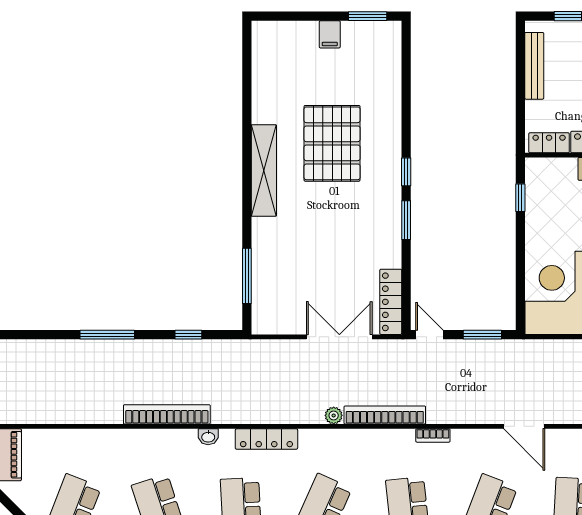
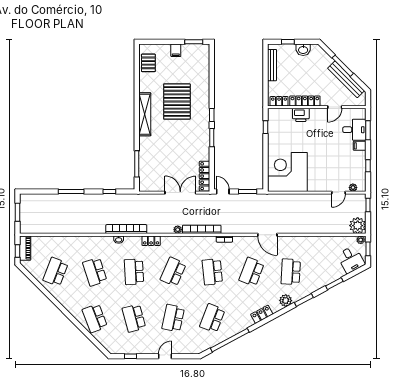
pallet: (271, 61) -> (148, 63), added
bookcase: (167, 414) -> (126, 229), moved
locker: (266, 439) -> (151, 241), width x0.66

